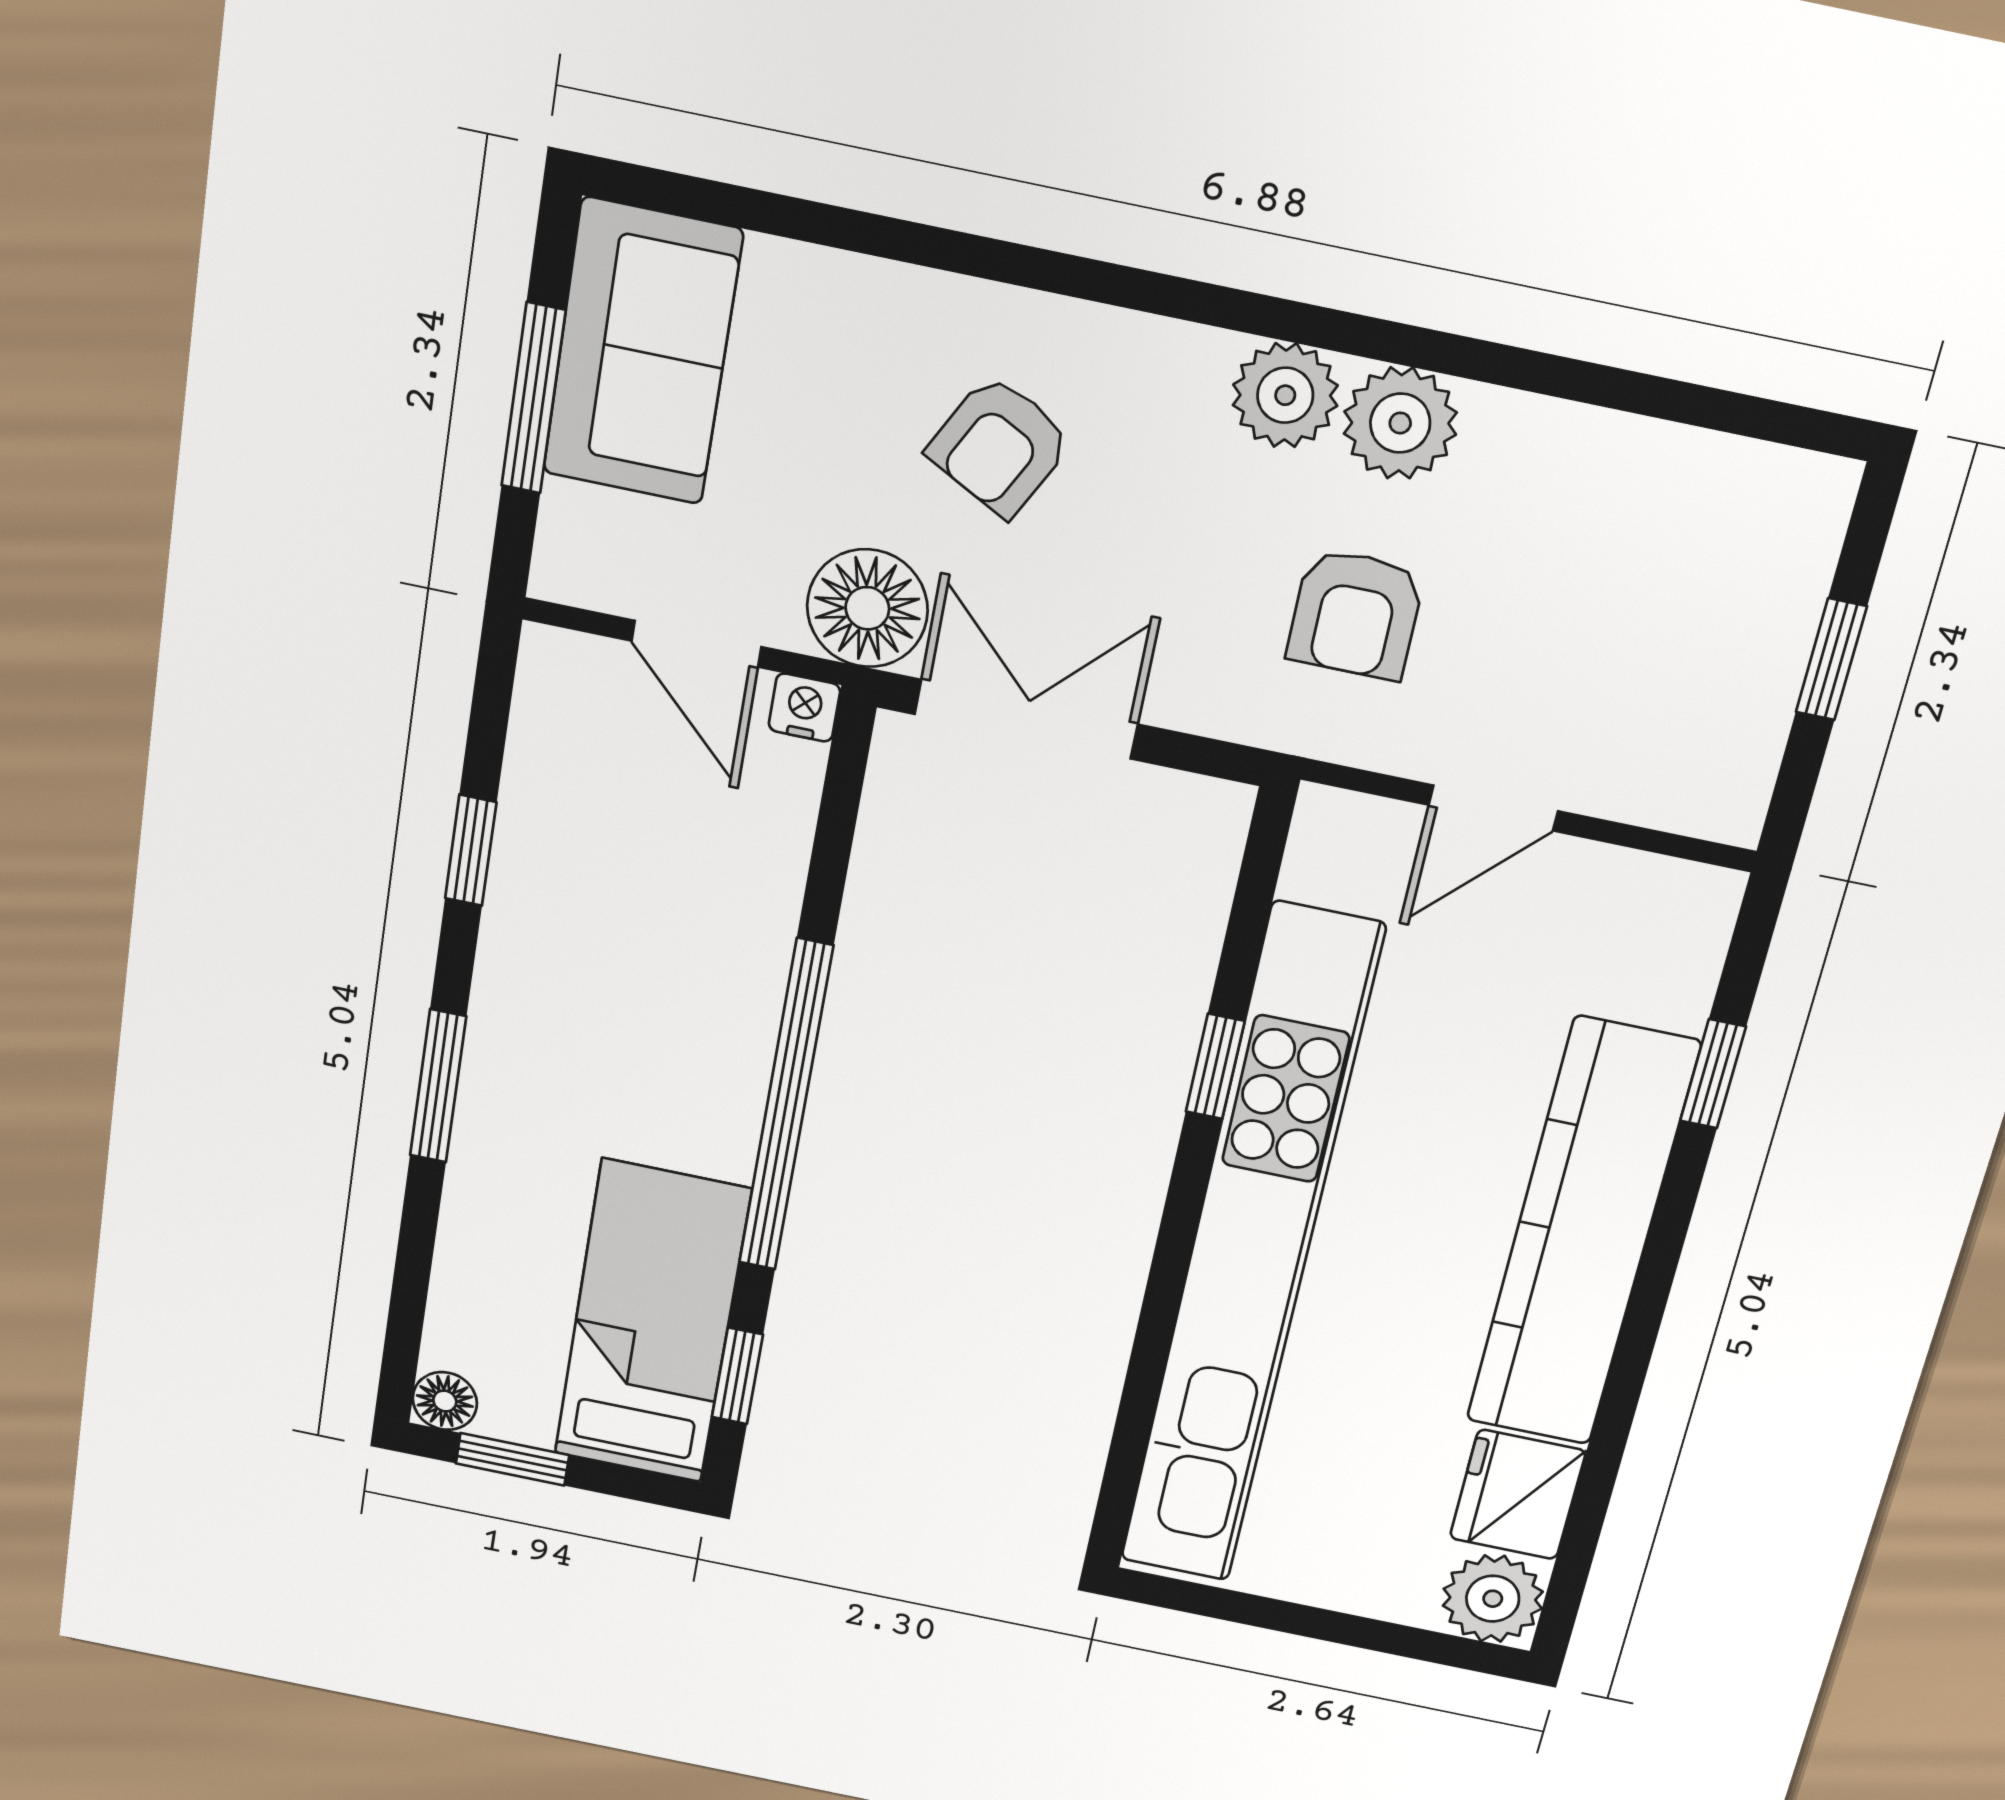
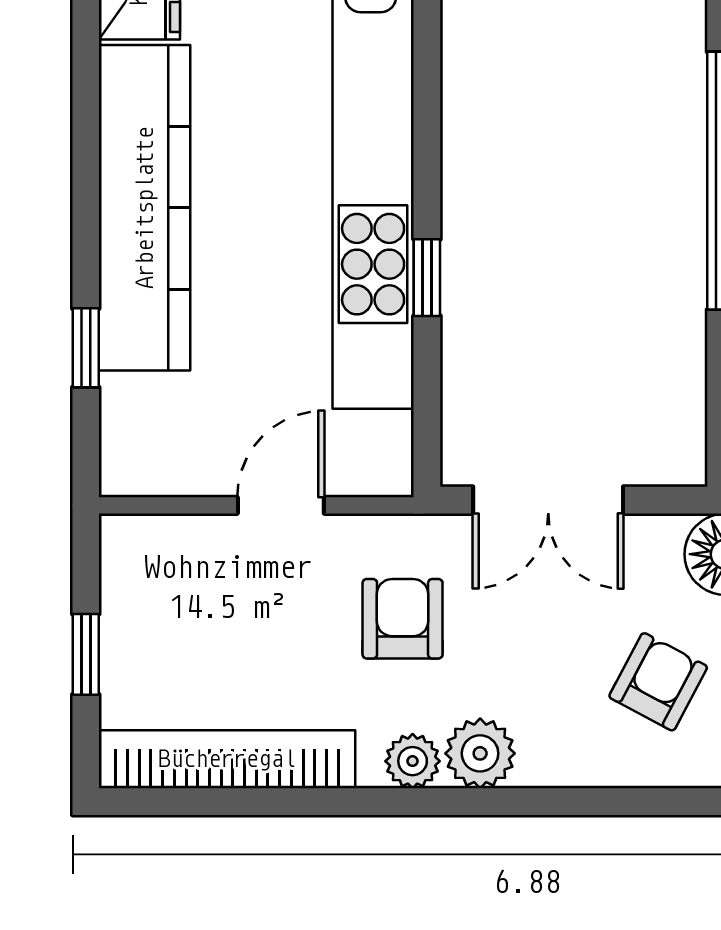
plant: (1400, 423) -> (413, 761), width x0.73, depth x0.73
bookcase: (1664, 465) -> (227, 759), added
double door: (1026, 719) -> (548, 500), moved

